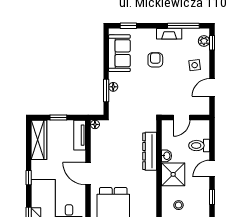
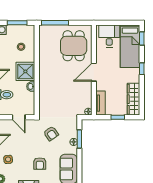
armchair: (141, 97) -> (51, 133), added
door: (182, 117) -> (19, 117), swing flipped
dresser: (150, 151) -> (44, 90), removed
door: (88, 174) -> (94, 72), swing flipped

